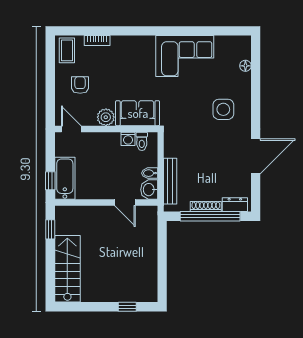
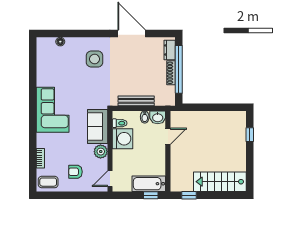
corner sofa: (185, 56) -> (53, 110), moved
washing machine: (128, 139) -> (123, 139), width x1.89, depth x1.89
bench: (170, 181) -> (136, 101), moved

